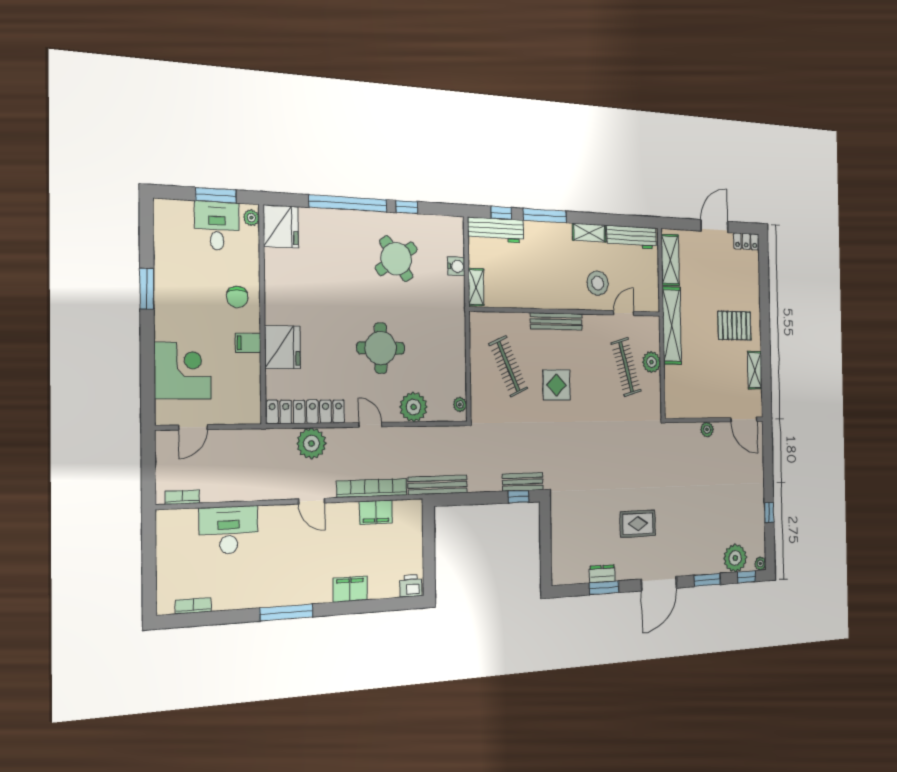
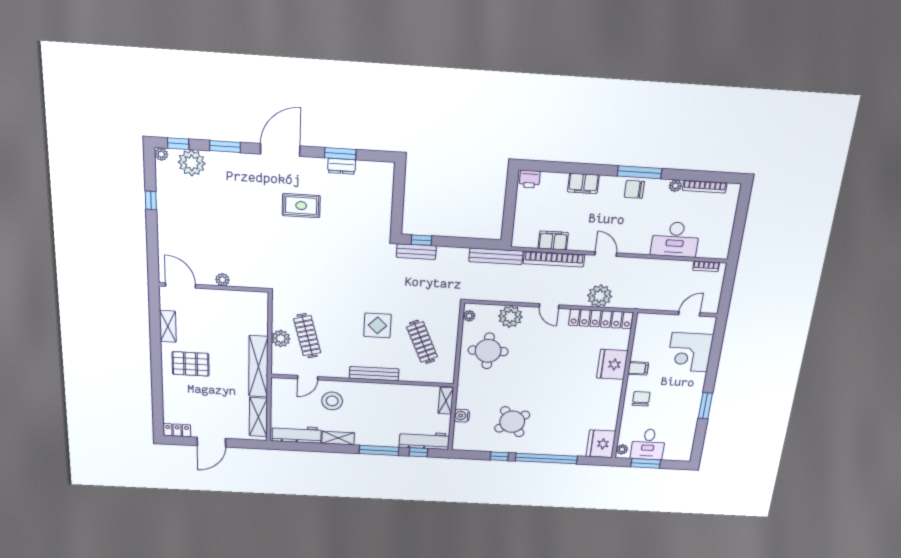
round table: (381, 348) -> (488, 351), moved
chair: (289, 590) -> (634, 189), added
plant: (240, 601) -> (675, 186), added
bookcase: (193, 606) -> (705, 187), width x1.56

